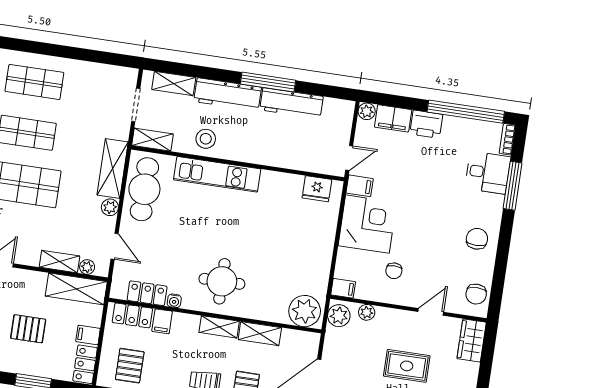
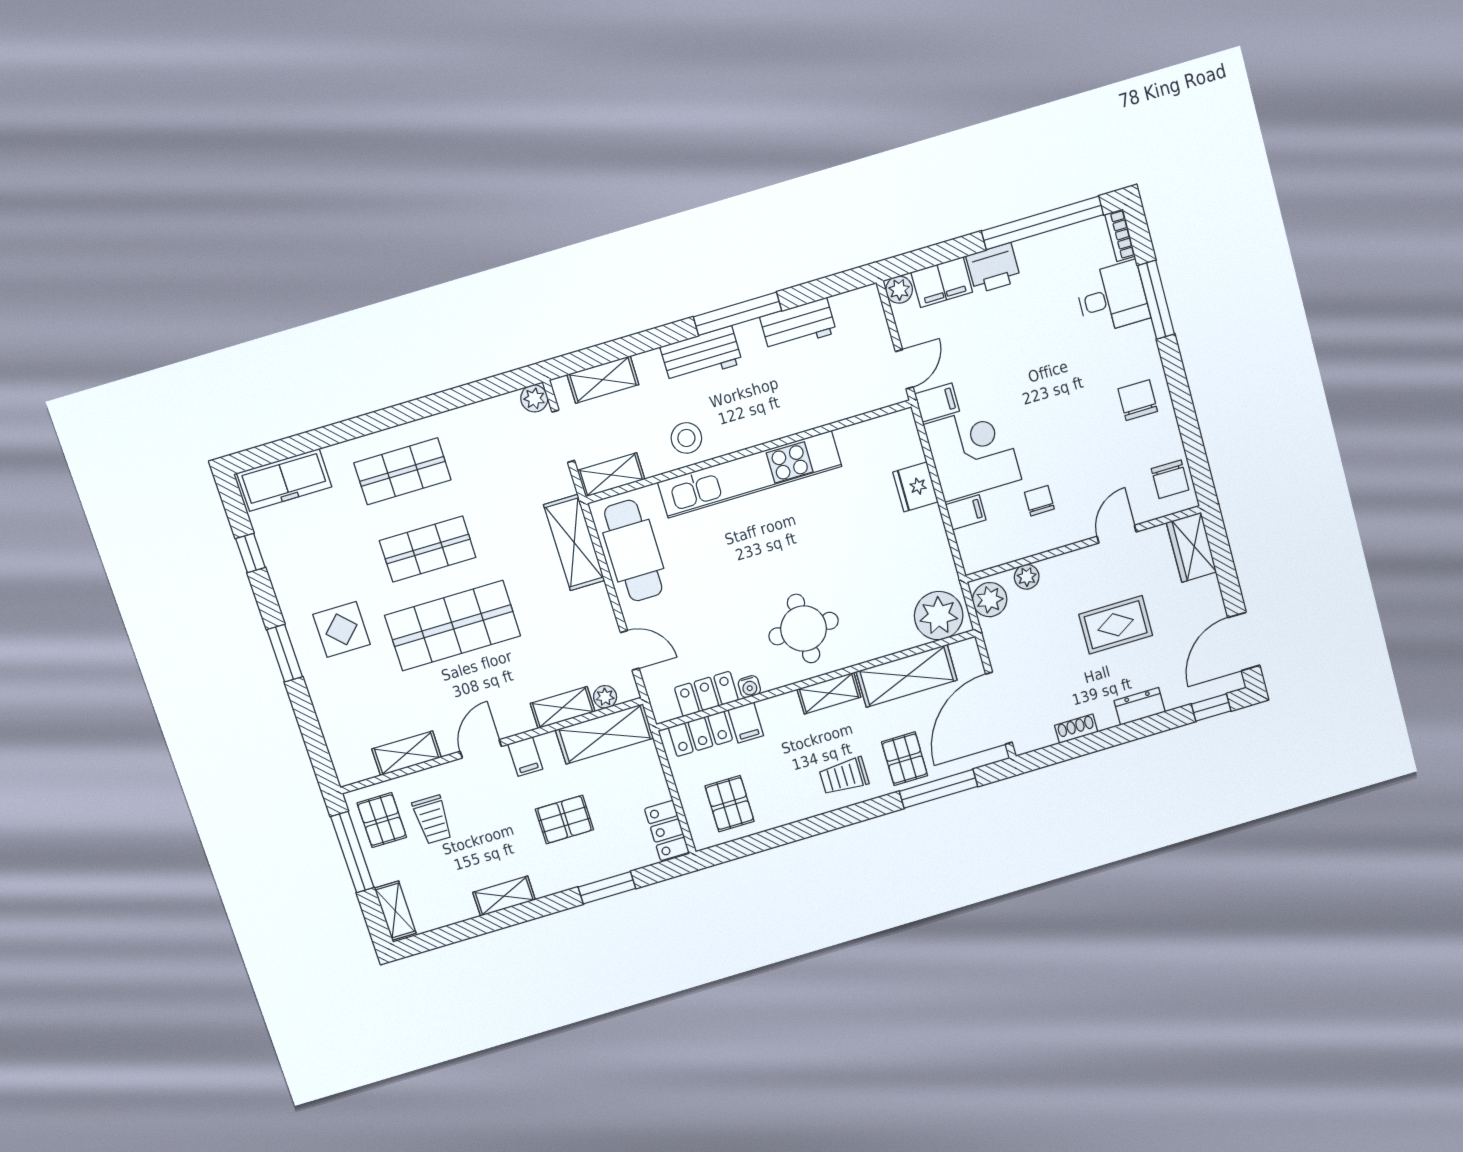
workbench: (228, 94) -> (701, 355), width x0.73
workbench: (291, 103) -> (798, 325), width x0.73
kitchen unit: (217, 174) -> (750, 474), width x1.36
fridge: (317, 189) -> (915, 487), moved, turned 90
plant: (110, 207) -> (534, 398), moved
chair: (394, 271) -> (1039, 501), turned 180
filing cabinet: (343, 288) -> (966, 512), moved
shelving: (260, 334) -> (907, 676), width x1.50, depth x1.33
filing cabinet: (88, 335) -> (525, 757), moved, turned -90

